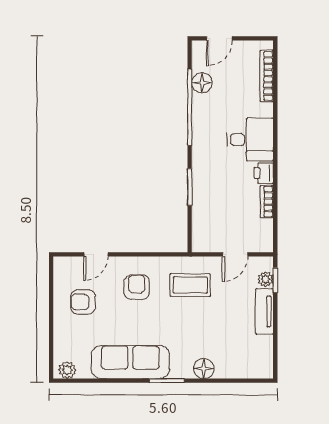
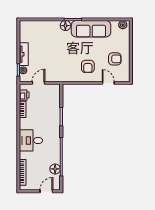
printer: (264, 173) -> (24, 95), moved
door: (96, 254) -> (108, 83), hinge flipped
coffee table: (190, 285) -> (61, 67), removed
floor lamp: (204, 368) -> (65, 26), moved

